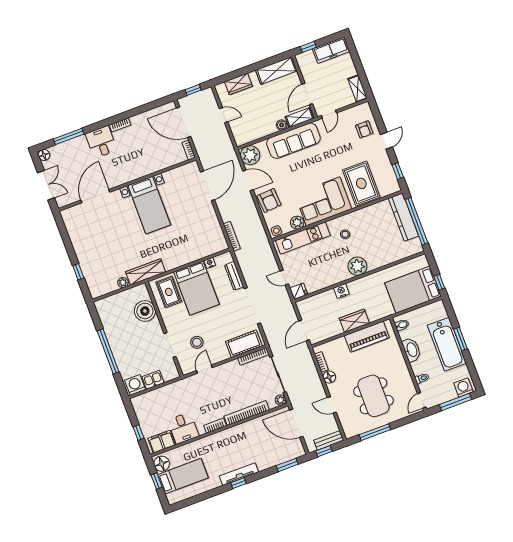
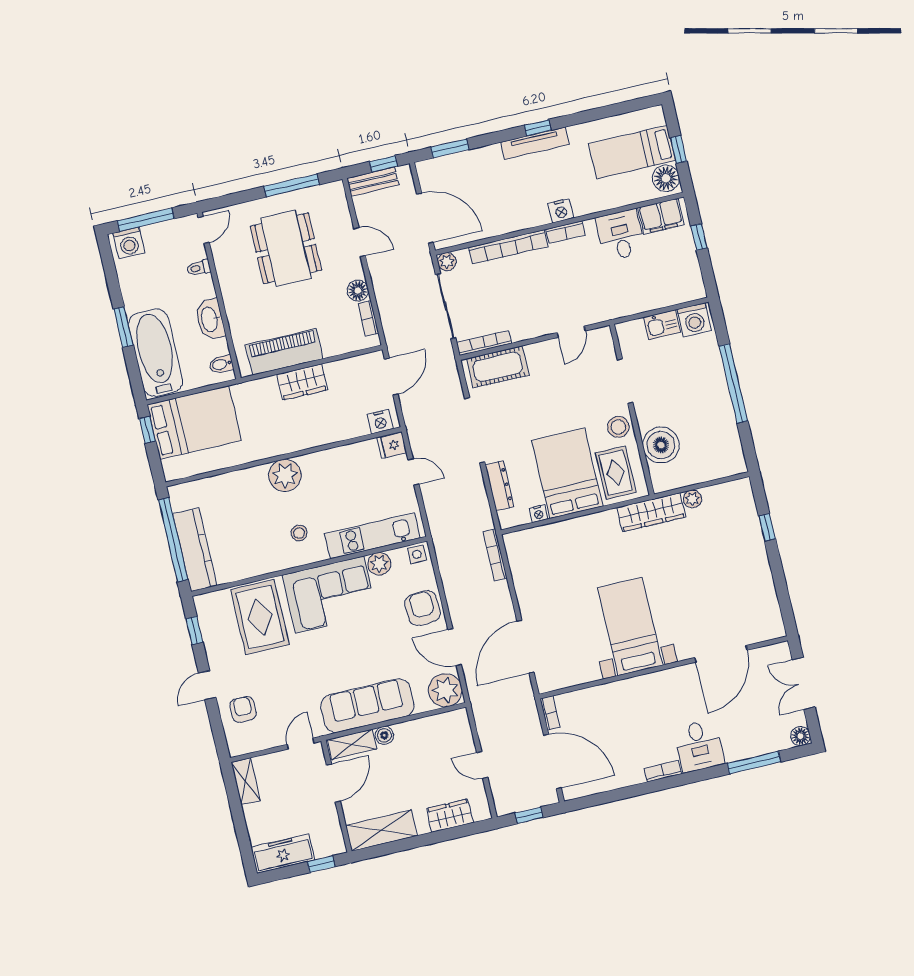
nightstand: (341, 291) -> (380, 422), moved
stool: (197, 342) -> (618, 427), moved
bathtub: (447, 344) -> (156, 353), moved
nightstand: (219, 437) -> (561, 211), added

